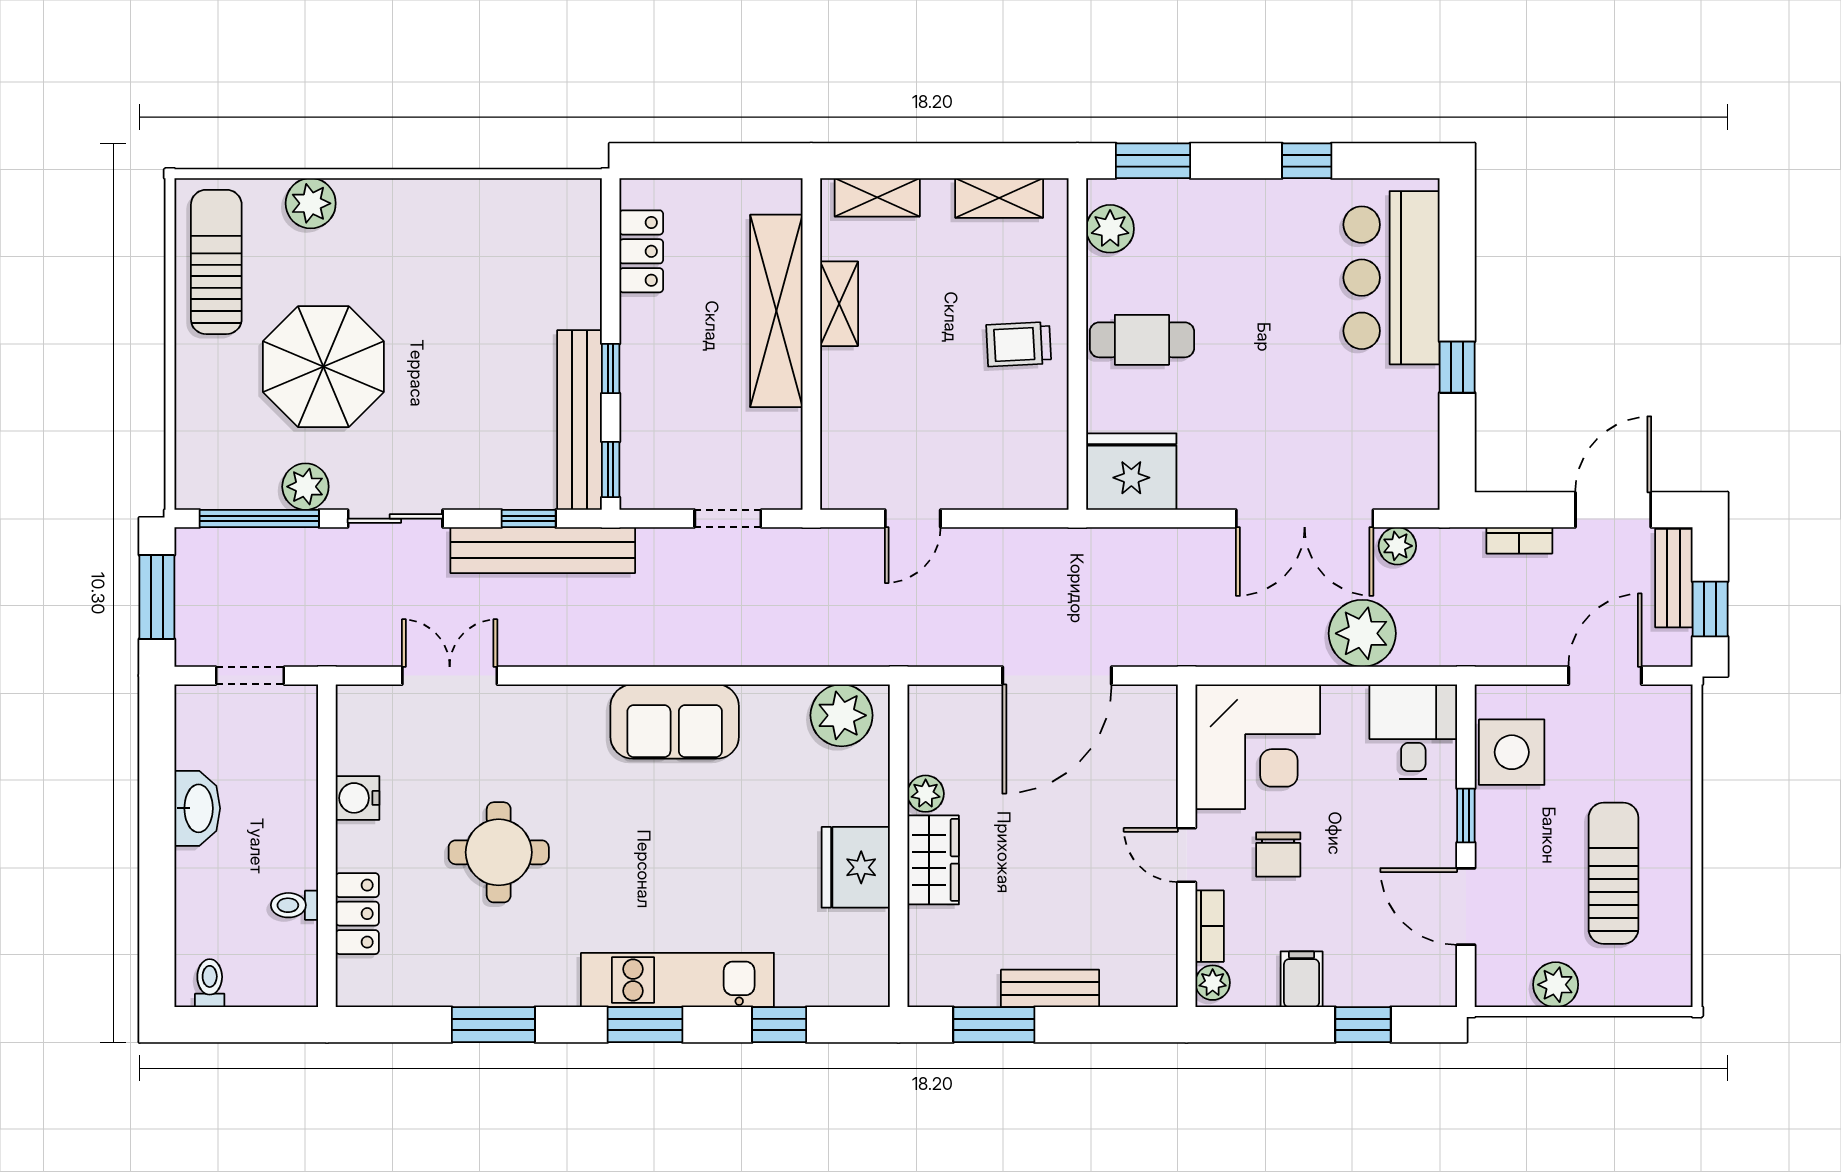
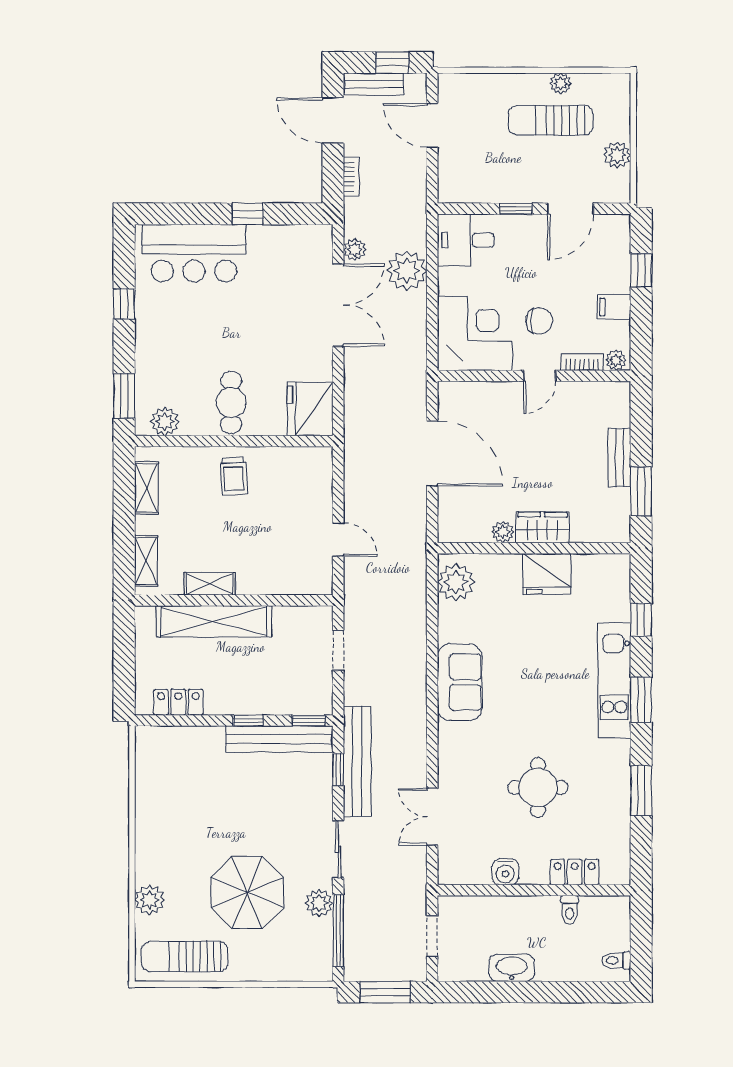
side table: (1512, 752) -> (478, 181), removed
plant: (1675, 890) -> (561, 84), added

